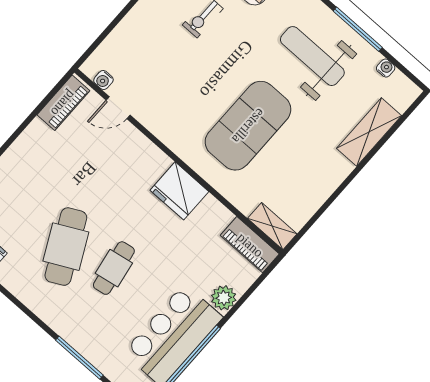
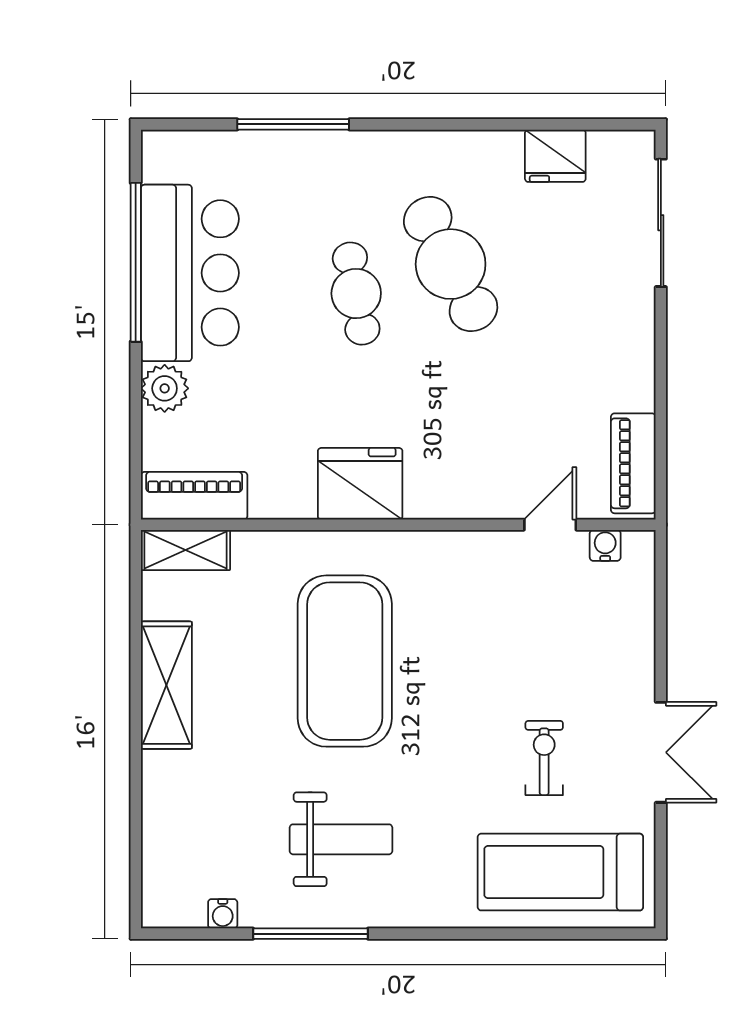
weight bench: (312, 56) -> (341, 839), width x0.73, depth x0.75
shelving: (369, 132) -> (166, 685), moved

